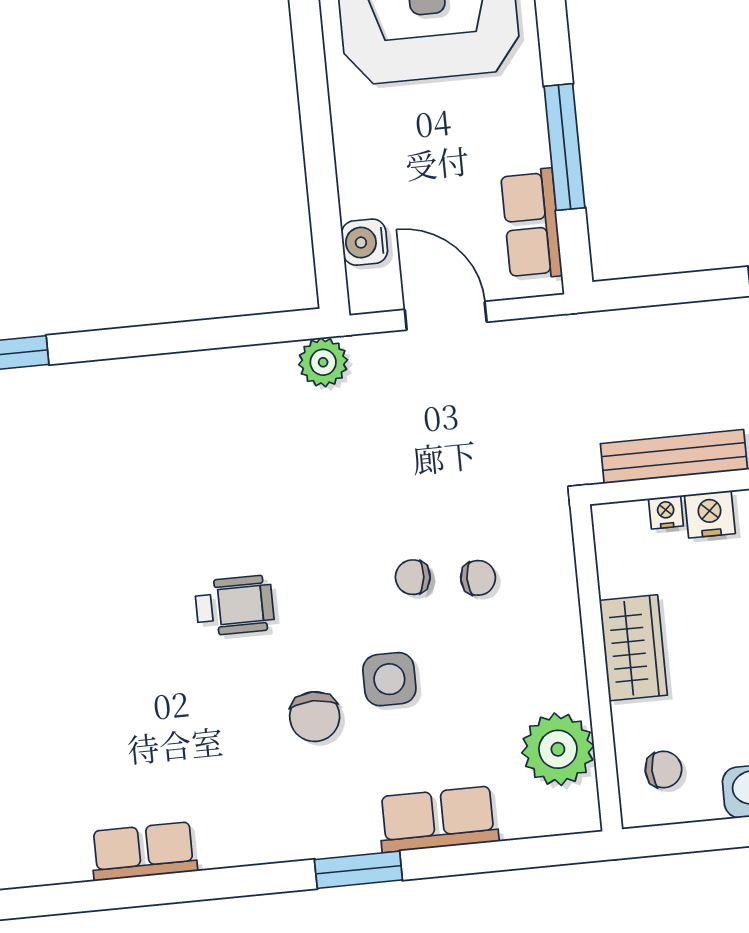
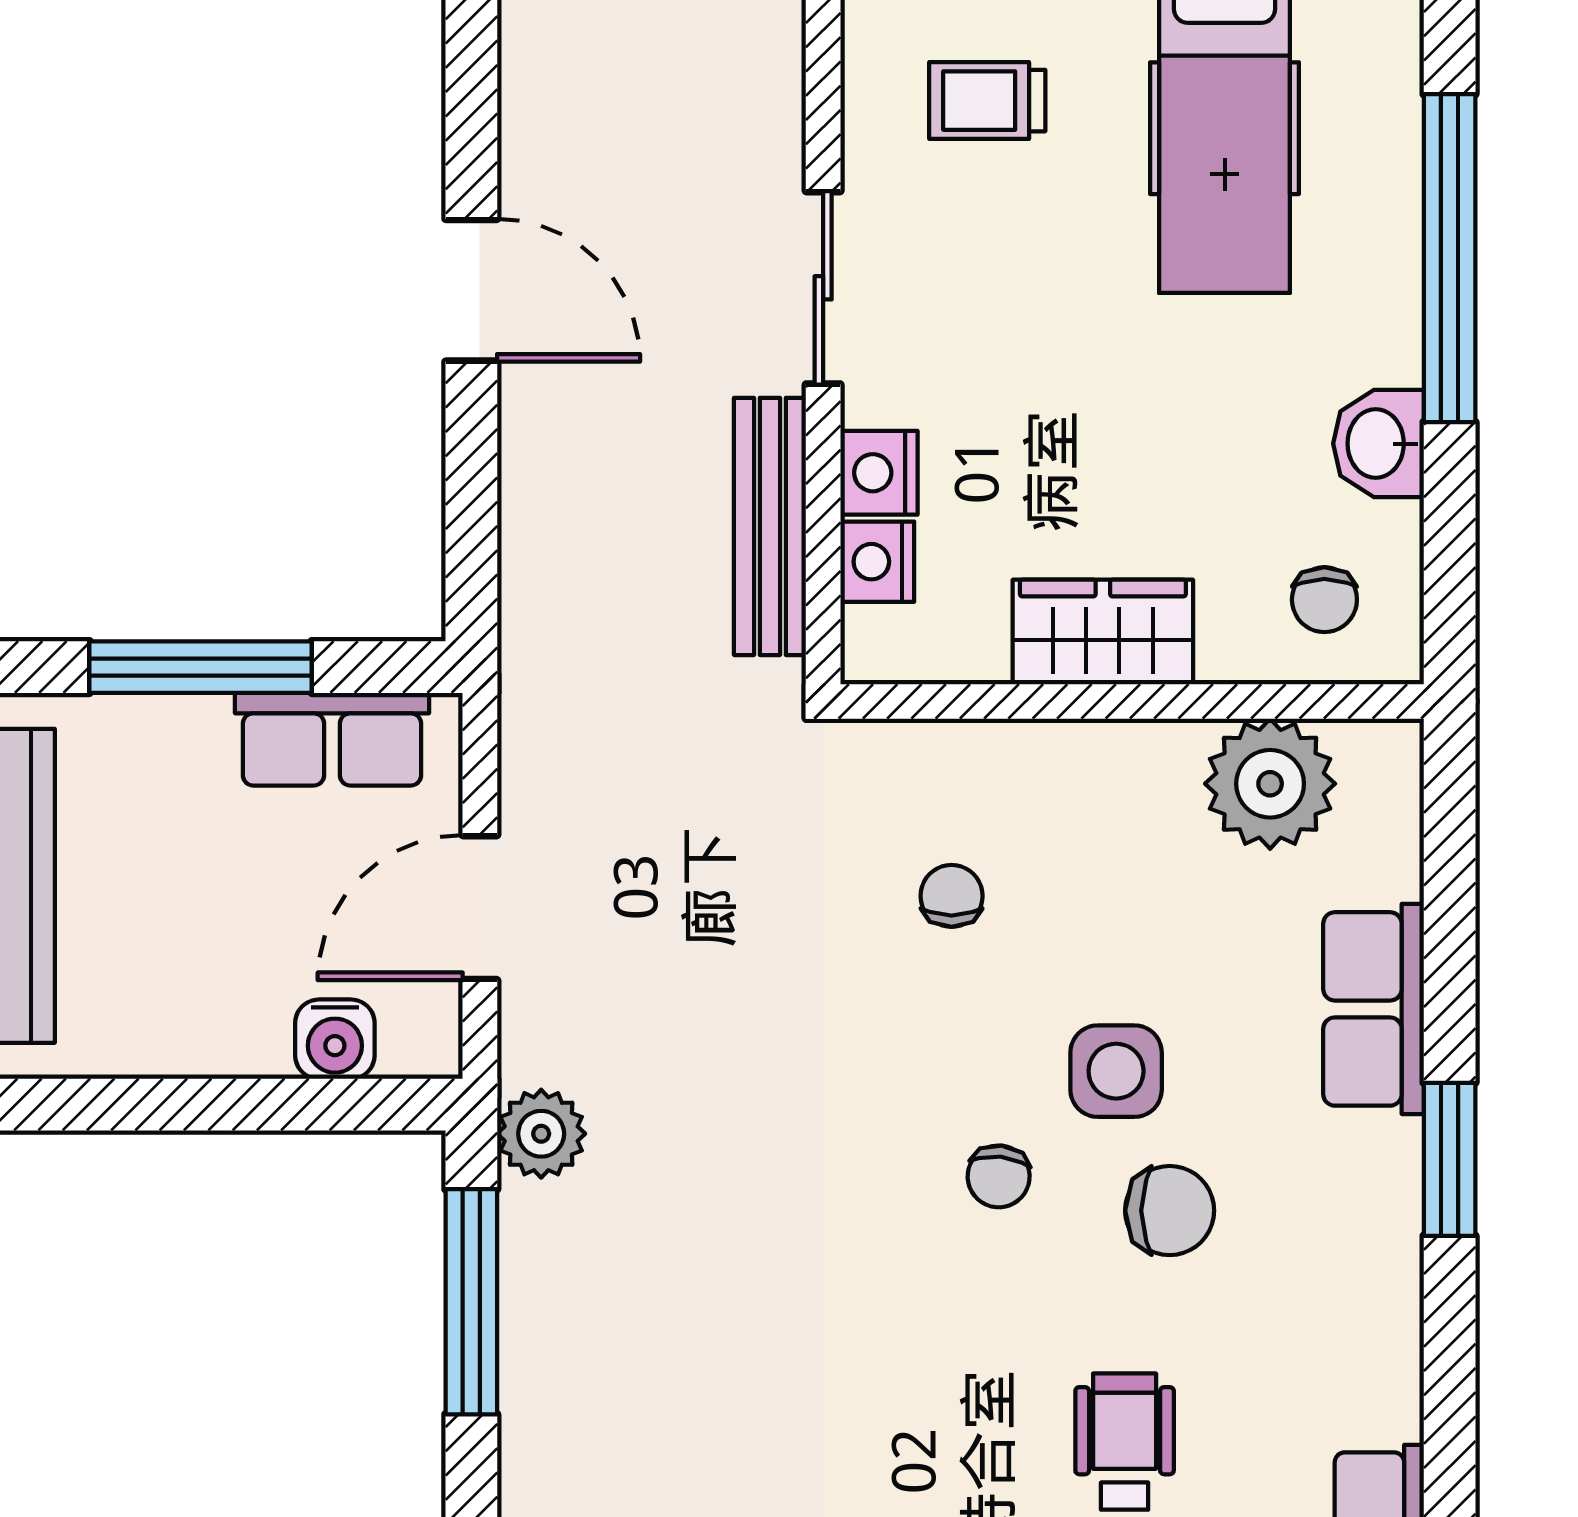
window: (226, 333) -> (471, 1302), added
nightstand: (666, 512) -> (877, 562), width x1.39, depth x1.35
chair: (413, 577) -> (999, 1176), moved
wheelchair: (235, 606) -> (1125, 1442), moved
chair: (663, 769) -> (1324, 600), turned 180

